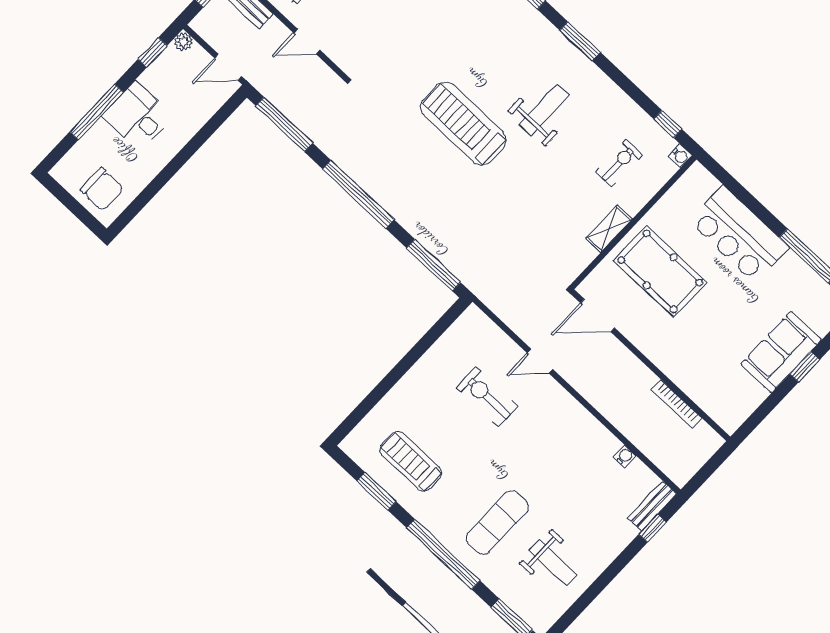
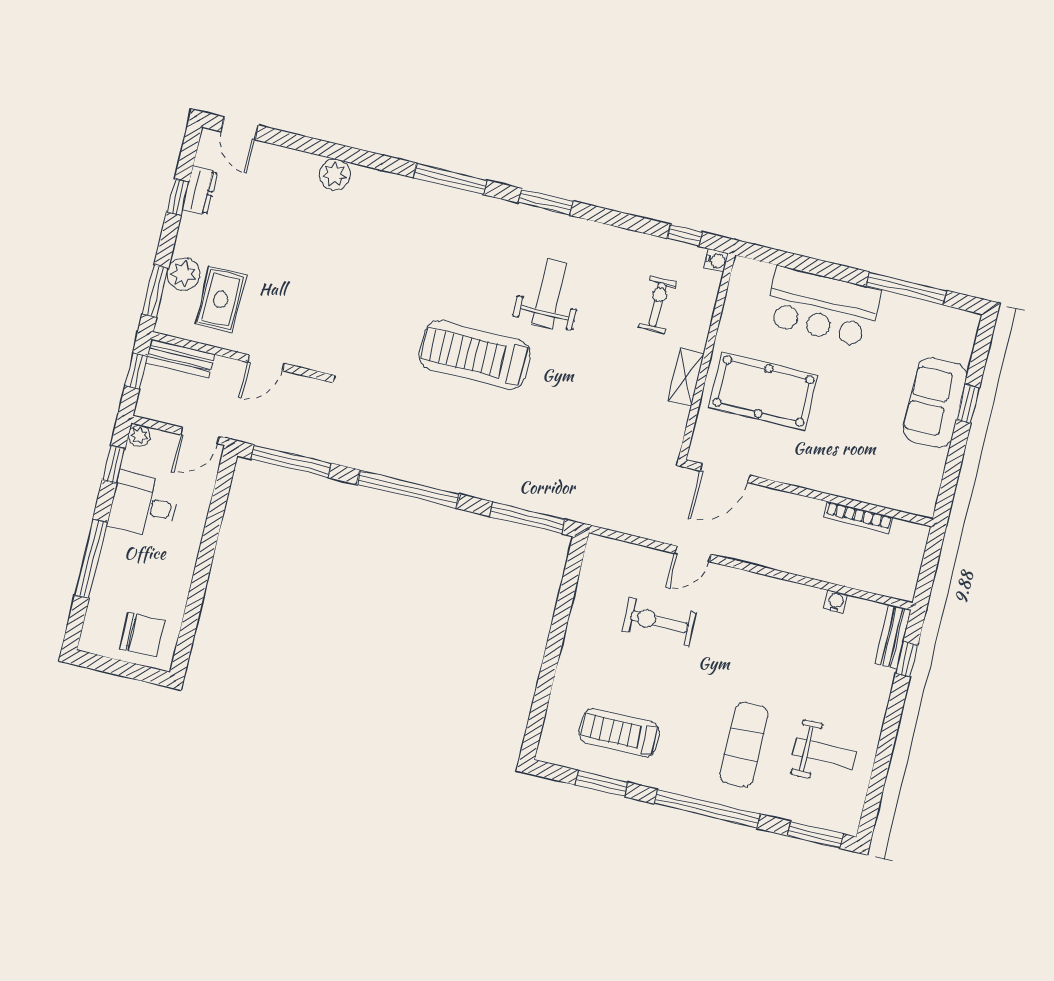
desk: (138, 116) -> (144, 505), moved

